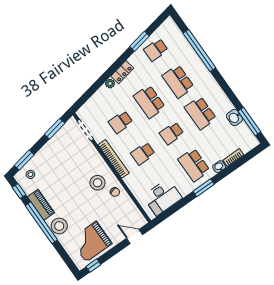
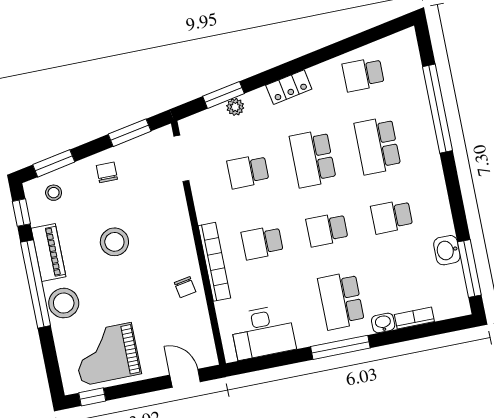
window: (140, 41) -> (224, 95), moved
plant: (110, 84) -> (235, 107), moved
school desk: (200, 113) -> (392, 217), width x0.54
chair: (52, 153) -> (107, 172), added
bookcase: (114, 159) -> (214, 262), moved
stool: (97, 183) -> (114, 242), moved
window: (204, 188) -> (340, 347), width x1.44

